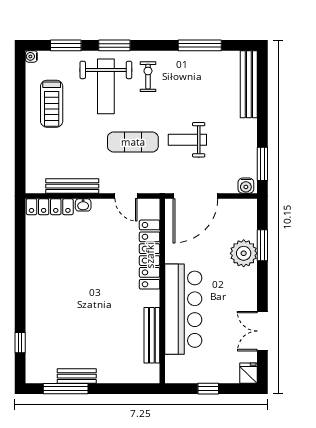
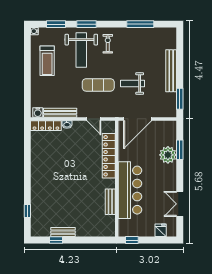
bench: (249, 84) -> (171, 71), moved
water cooler: (246, 186) -> (38, 112), moved
bench: (152, 335) -> (110, 202), width x0.73
fridge: (249, 373) -> (161, 230), moved
window: (66, 389) -> (56, 240), width x0.46
window: (208, 389) -> (132, 240), moved

